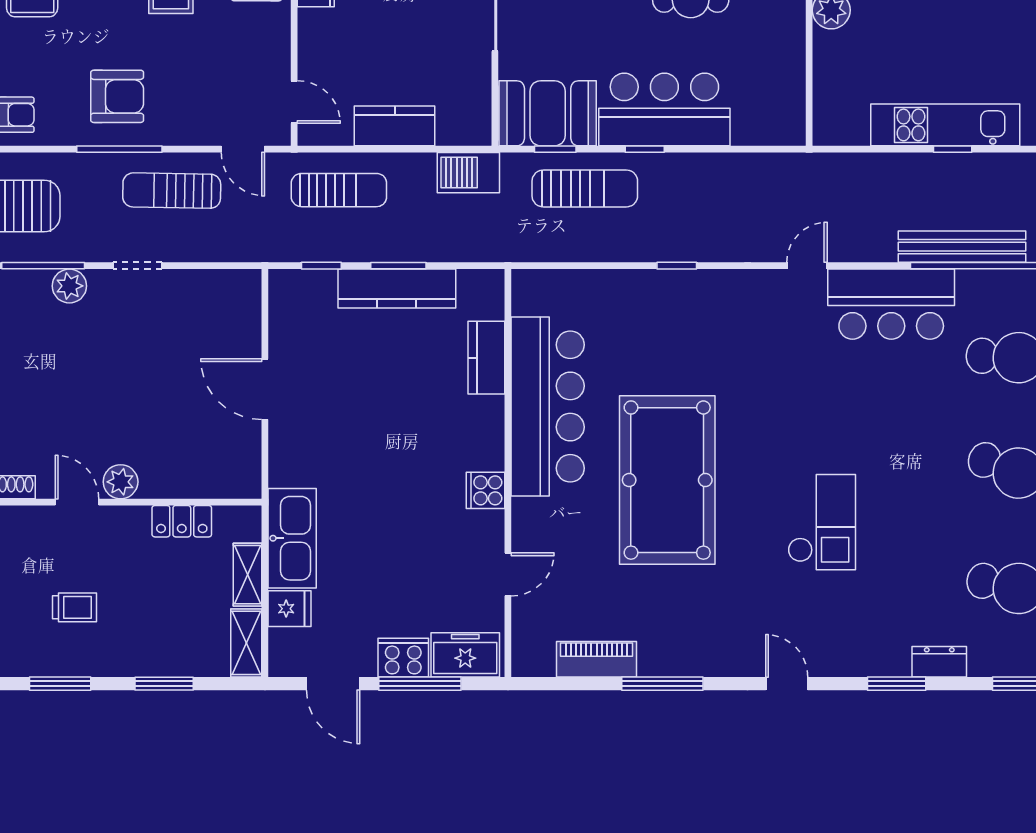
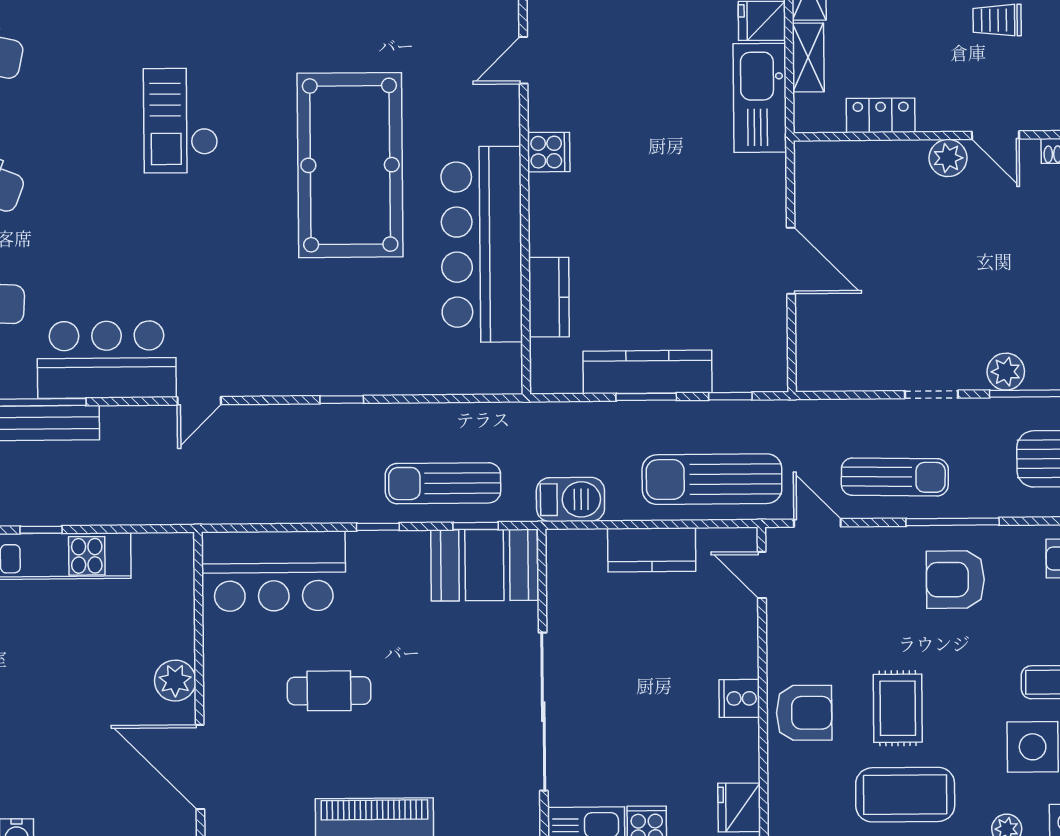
bar counter: (664, 109) -> (274, 571), moved
sun lounger: (339, 190) -> (712, 479), width x1.36, depth x1.34

